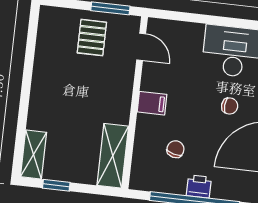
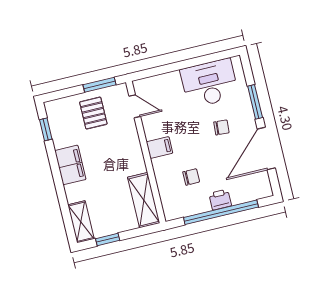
window: (32, 36) -> (46, 129), added
filing cabinet: (45, 86) -> (70, 165), added
chair: (175, 149) -> (191, 177), turned 76

